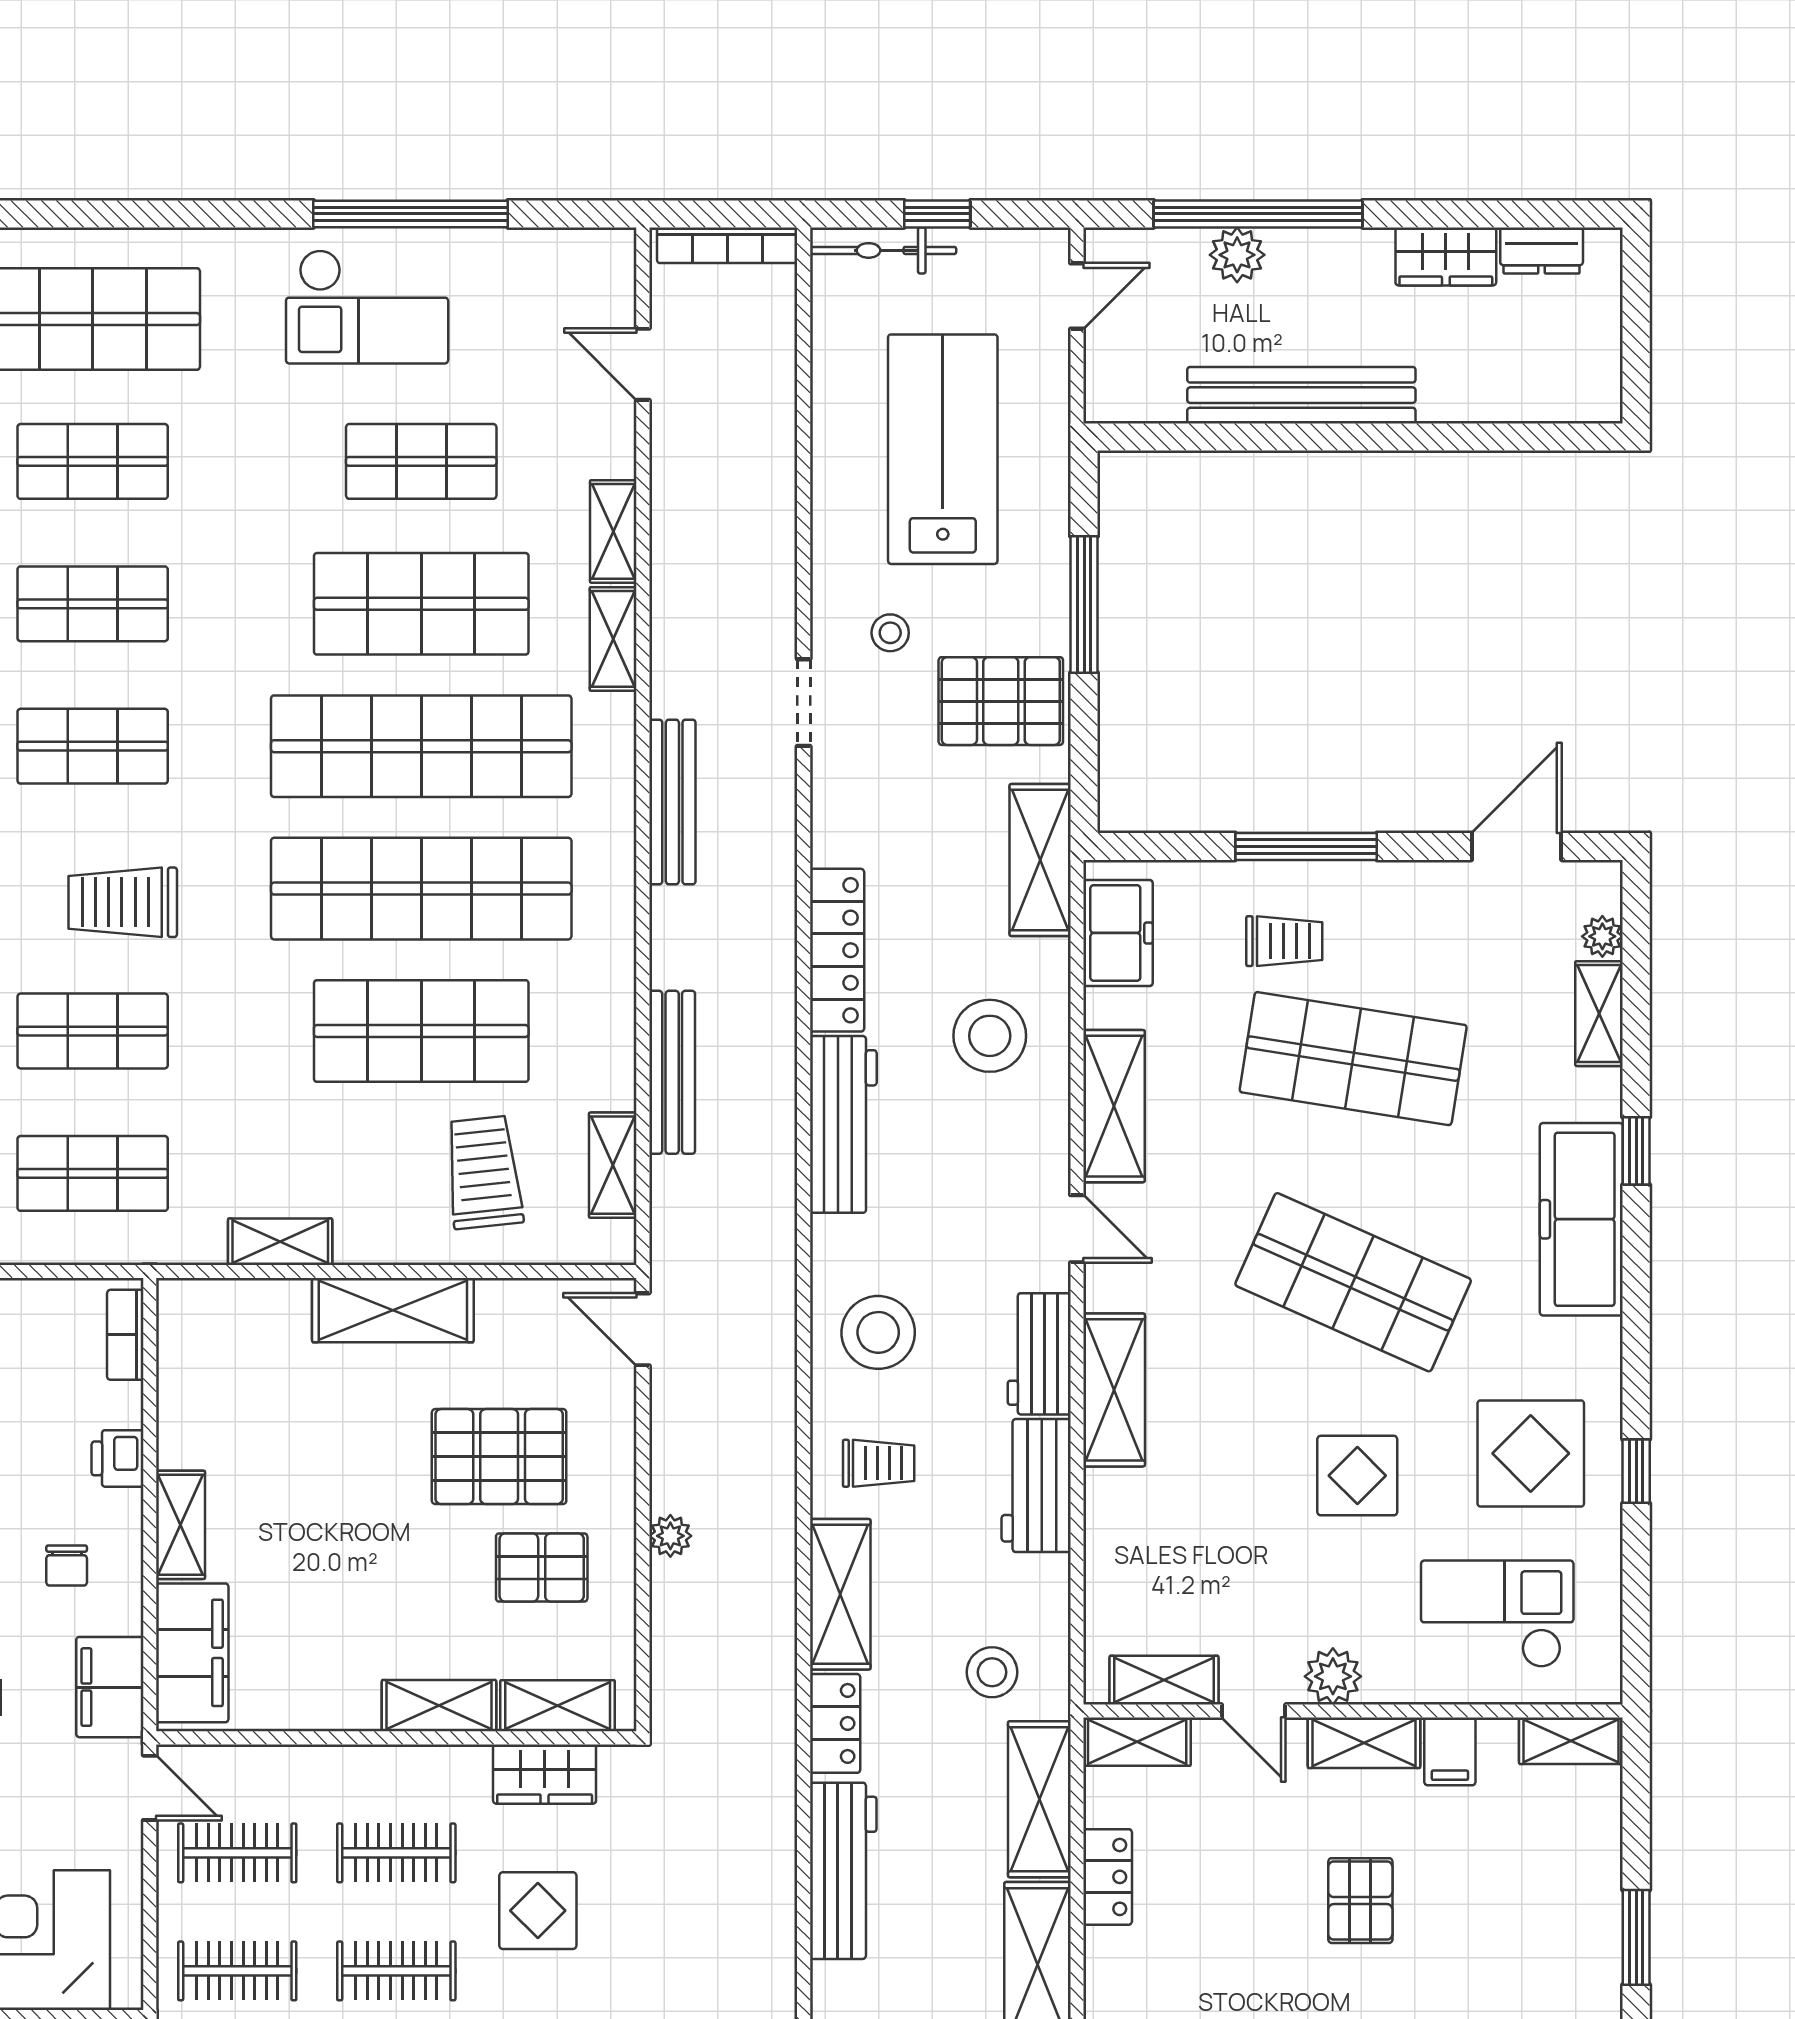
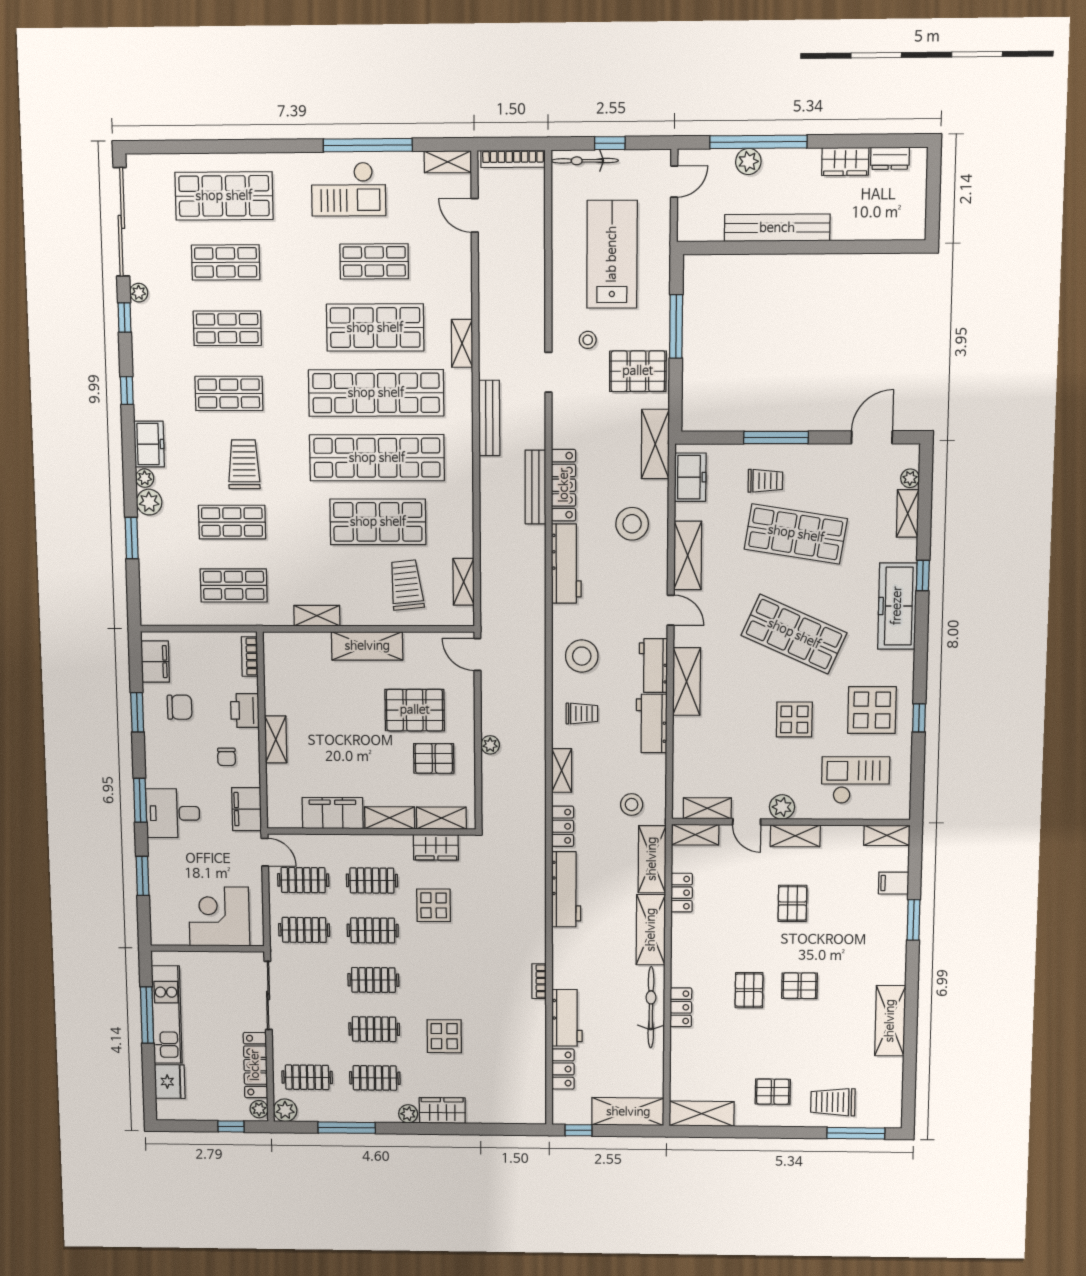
shelving: (613, 531) -> (448, 162), moved, turned 90
trolley: (123, 902) -> (244, 464), turned 90
bench: (672, 1072) -> (535, 487), moved
printer: (117, 1458) -> (245, 710), width x1.36, depth x1.24
shelving: (840, 1594) -> (562, 770), width x0.67, depth x0.75
filing cabinet: (192, 1653) -> (333, 813), moved, turned -90
filing cabinet: (1450, 1751) -> (894, 883), moved, turned 90

